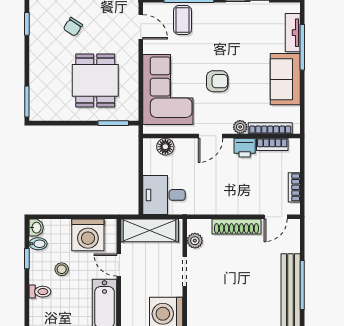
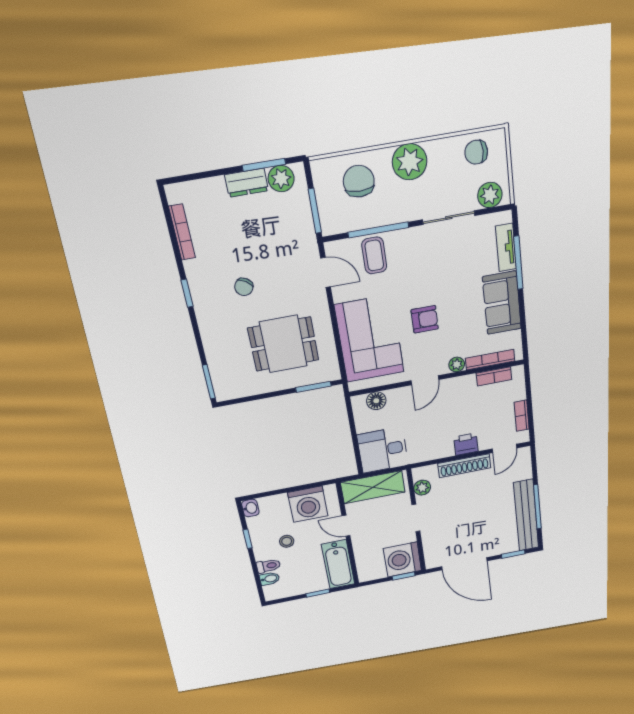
dining table: (95, 80) -> (283, 344), turned 90
printer: (245, 148) -> (466, 444), moved, turned 180
bidet: (38, 244) -> (270, 579), moved

